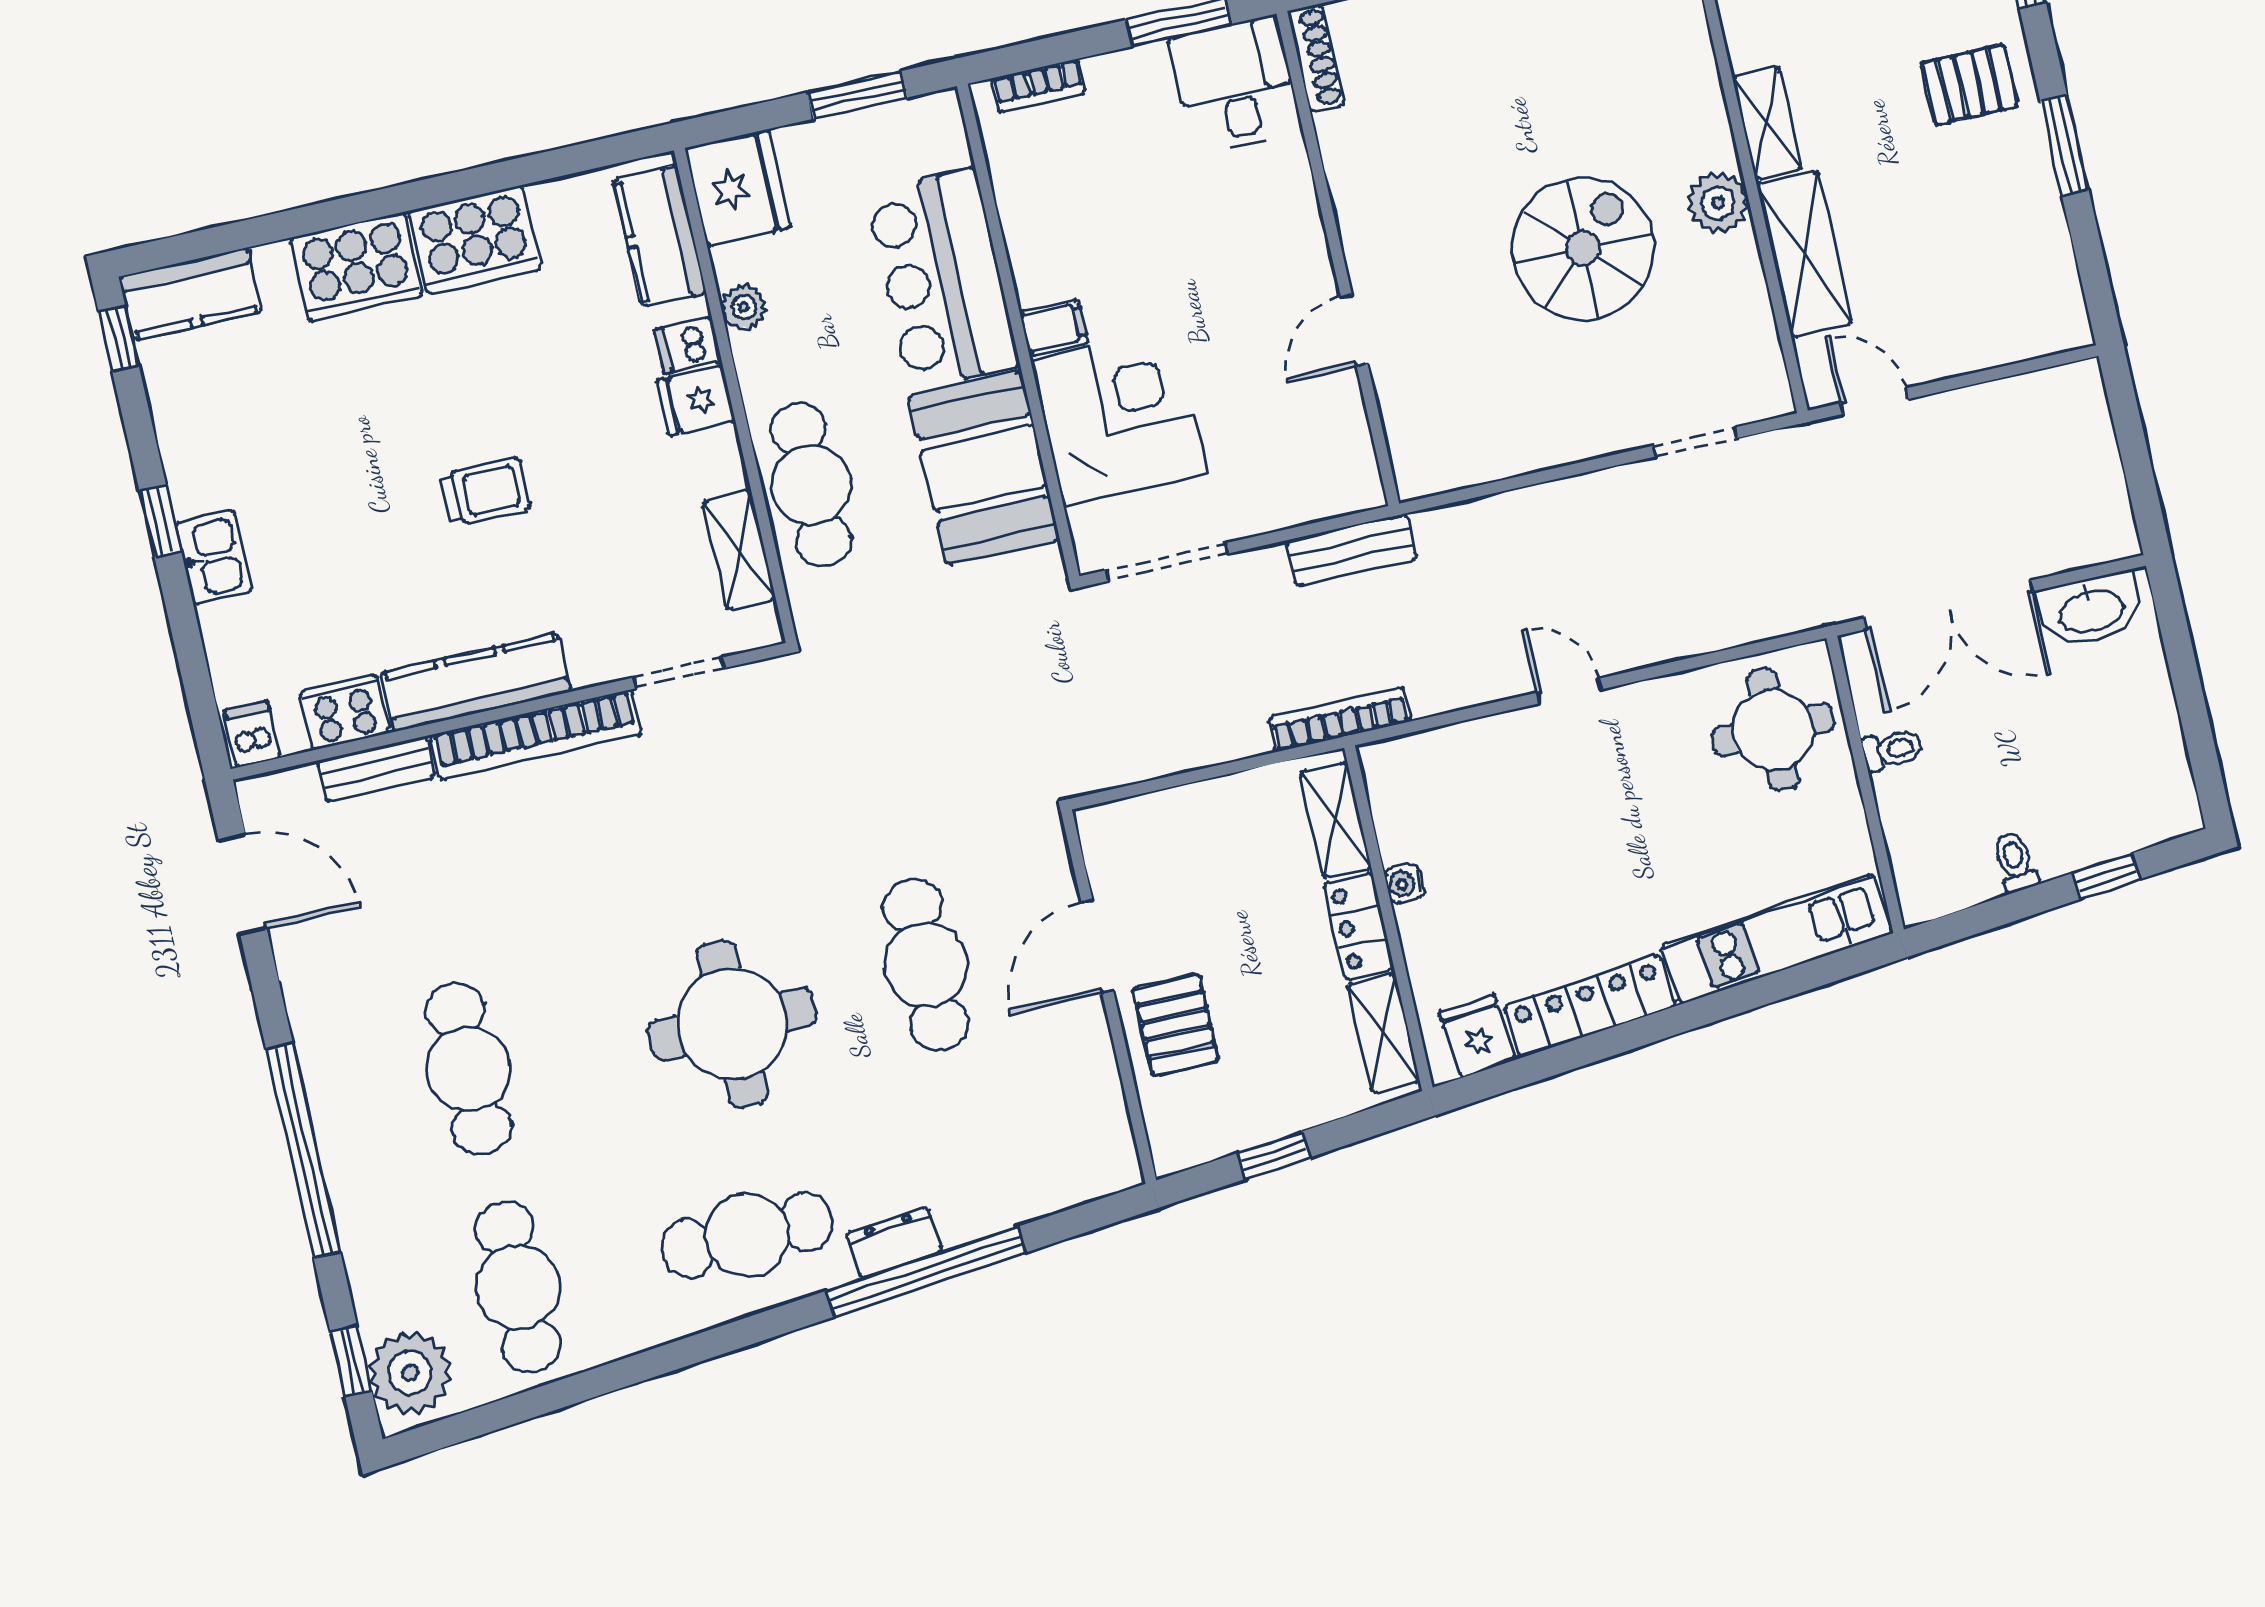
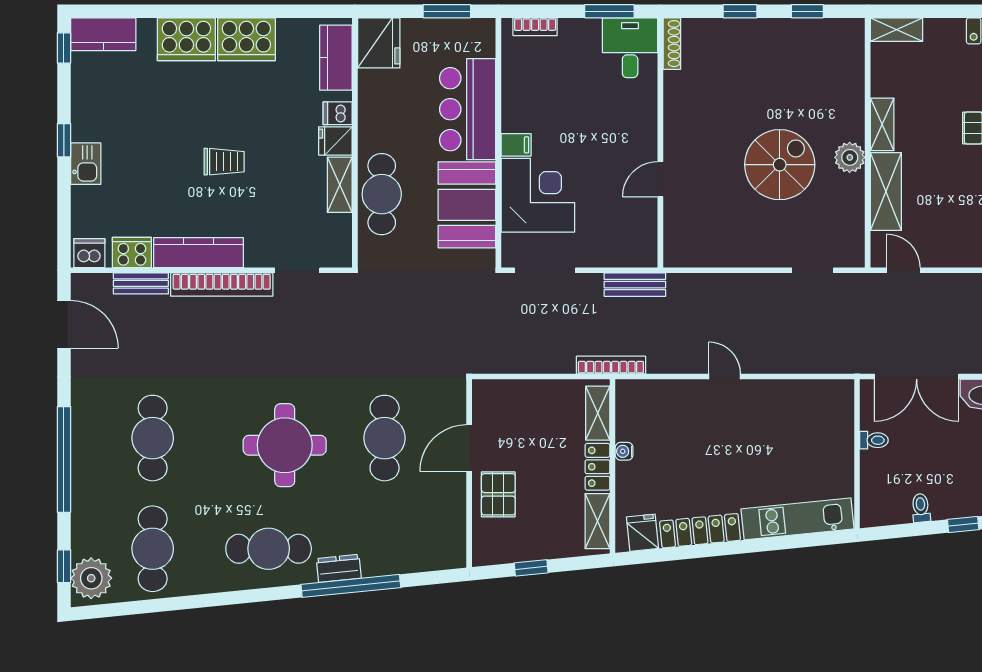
plant: (744, 307) -> (369, 101), removed
shelving: (739, 550) -> (340, 185), moved
round table: (1773, 730) -> (819, 417), removed
dishwasher: (252, 734) -> (89, 253), width x1.38

